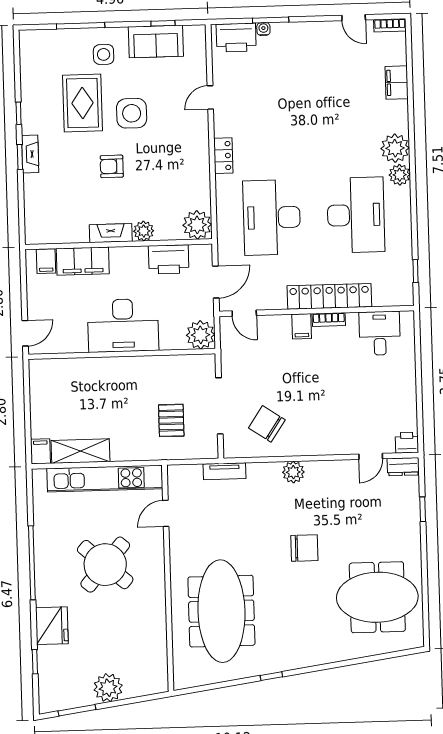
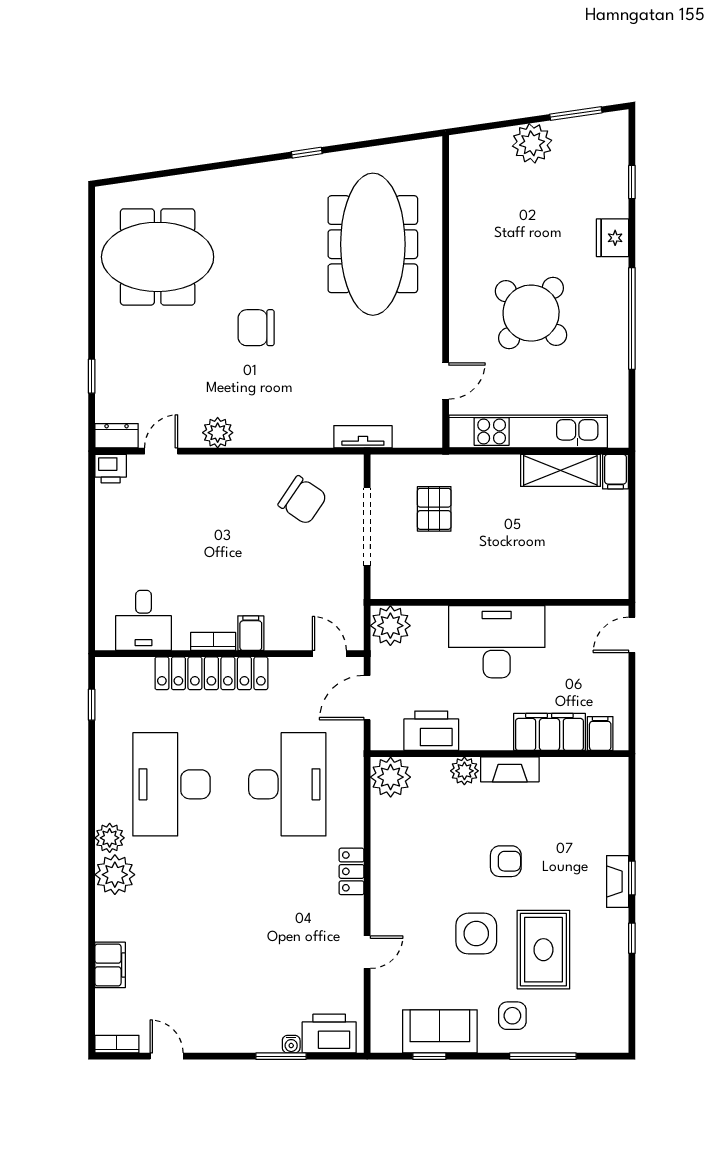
plant: (293, 472) -> (218, 433), moved
fridge: (52, 626) -> (612, 238), width x0.73, depth x0.75

